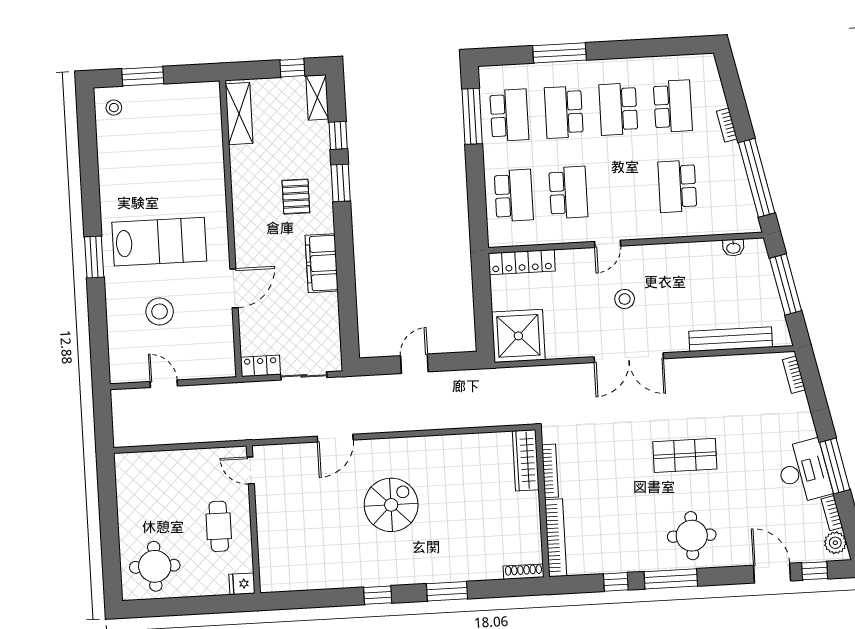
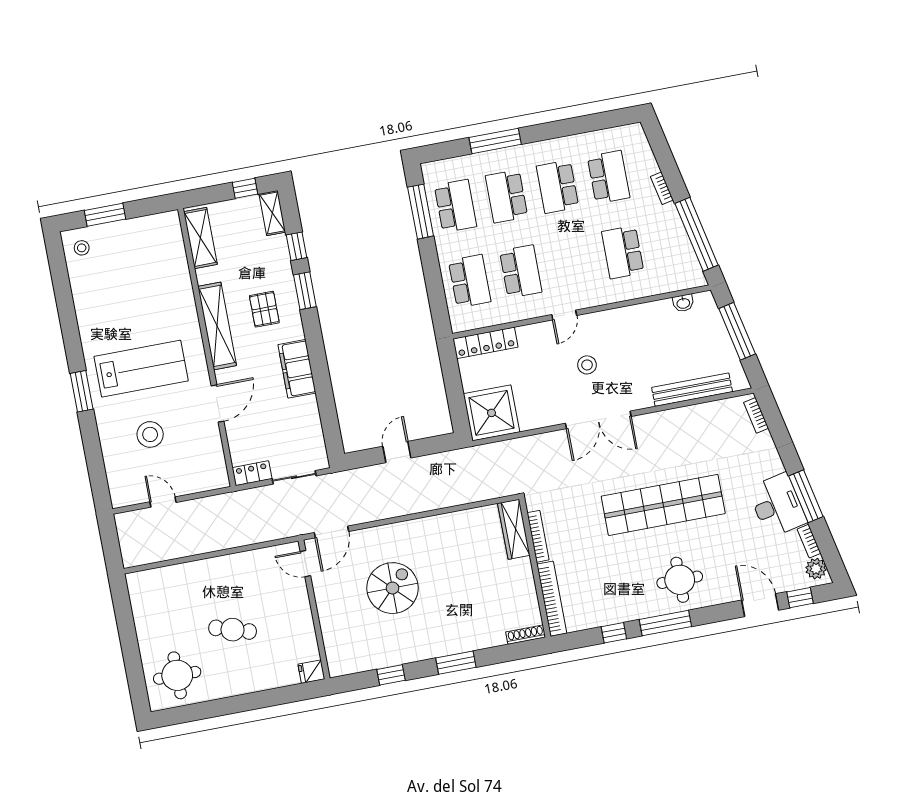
shelving: (244, 208) -> (217, 326), added
shop shelf: (685, 455) -> (663, 505), width x2.00, depth x1.36
door: (251, 470) -> (305, 564), moved
wall: (253, 519) -> (314, 609), moved
cafe table: (219, 526) -> (233, 630), turned -73
fridge: (242, 584) -> (311, 672), moved

